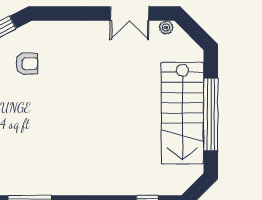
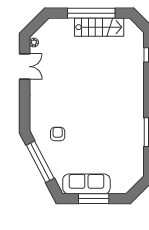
stairs: (182, 113) -> (99, 27), width x0.73, depth x0.66

